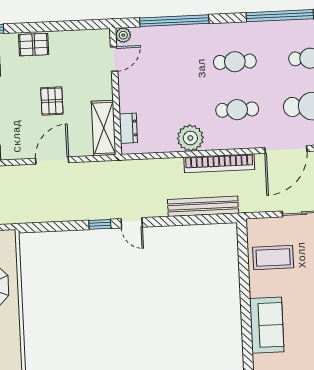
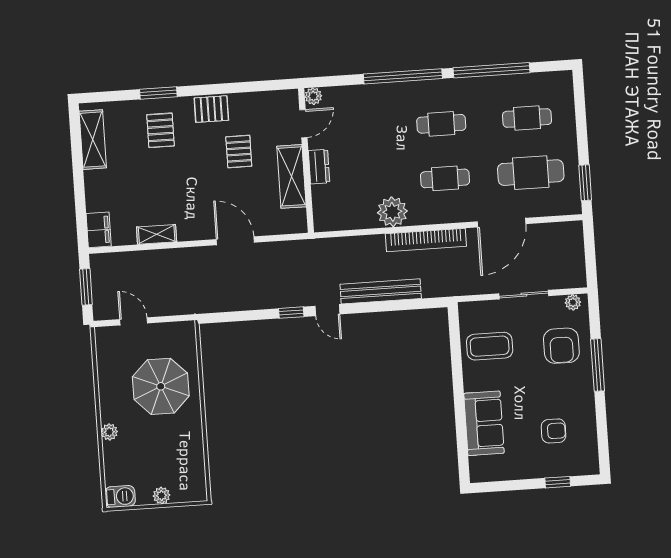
window: (174, 21) -> (403, 76), moved
pallet: (52, 101) -> (239, 151), moved
shelving: (104, 128) -> (291, 176), moved
dresser: (128, 128) -> (319, 167), moved
door: (52, 161) -> (235, 241), hinge flipped
bench: (203, 206) -> (381, 291), moved

